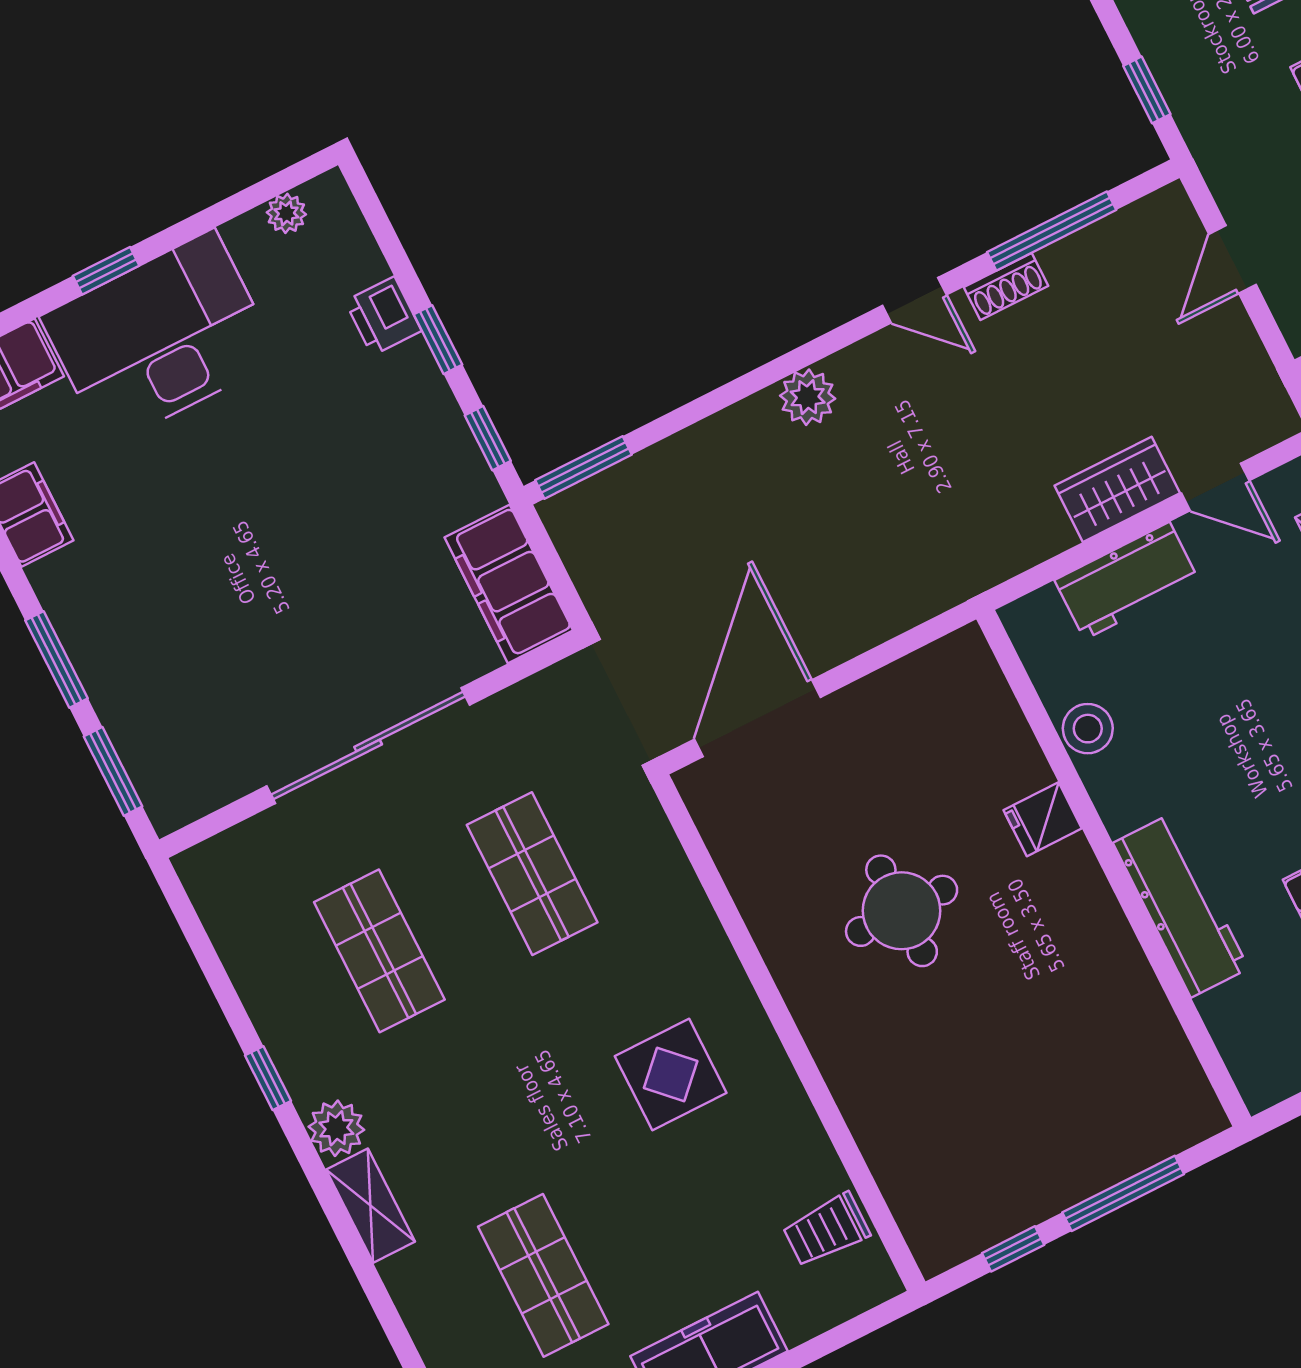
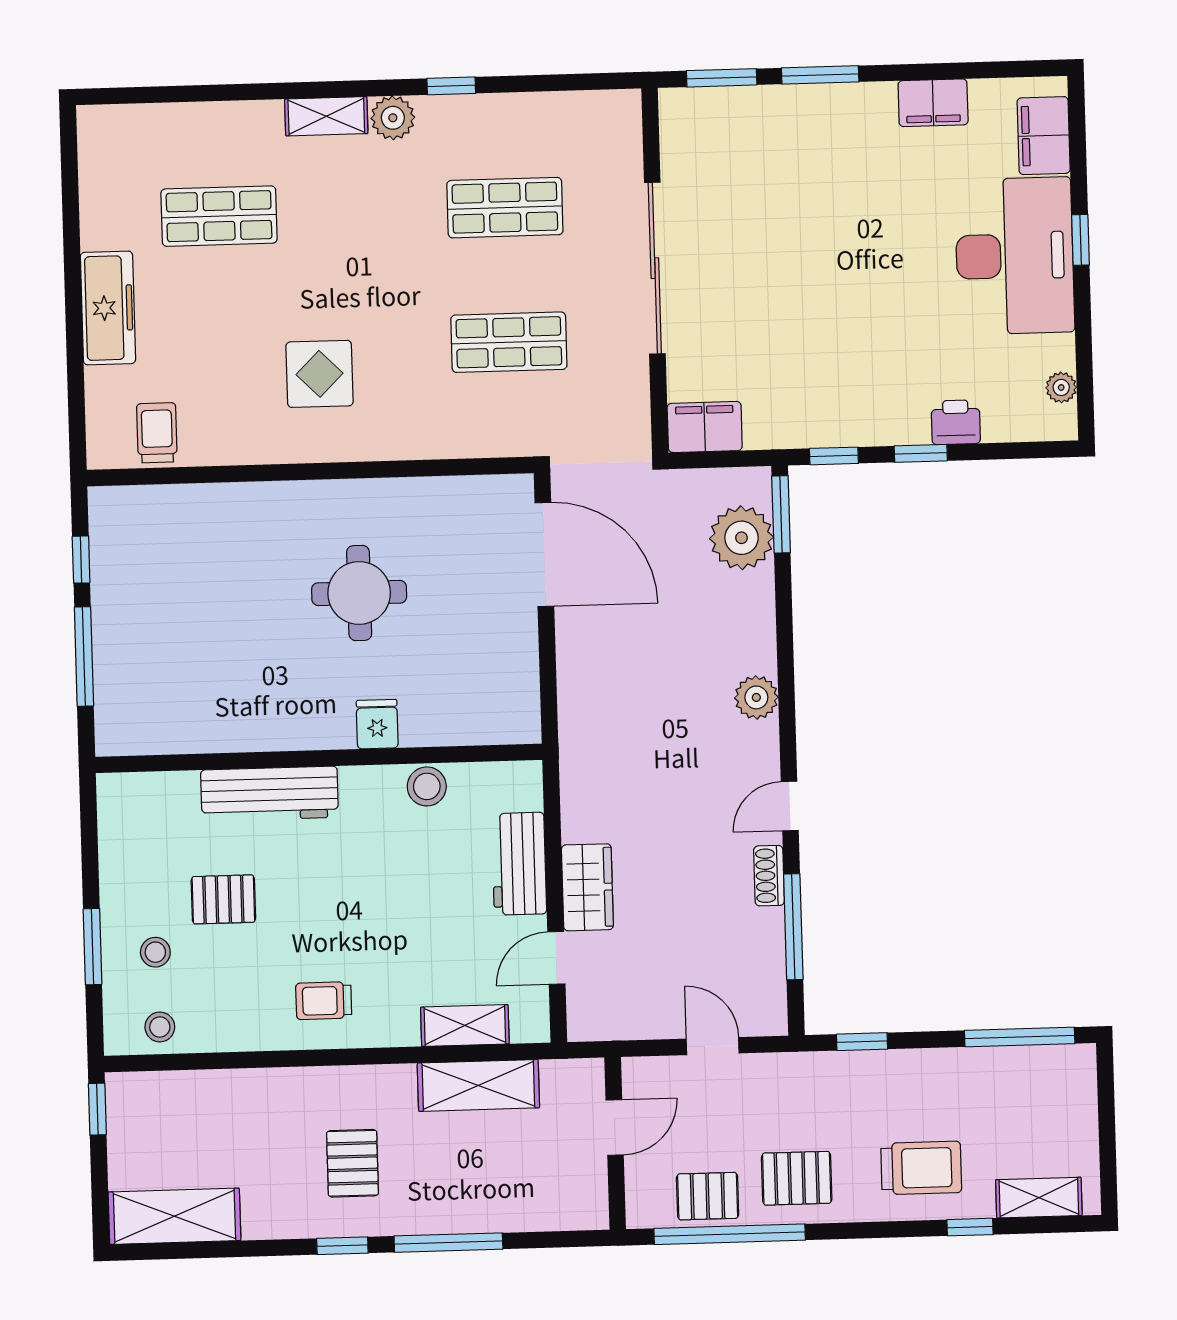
plant: (632, 500) -> (742, 538), added
filing cabinet: (509, 584) -> (705, 427), width x0.67, depth x0.86

